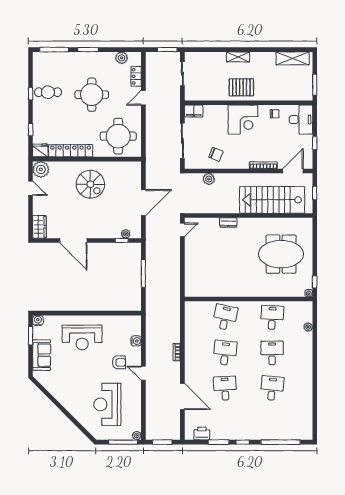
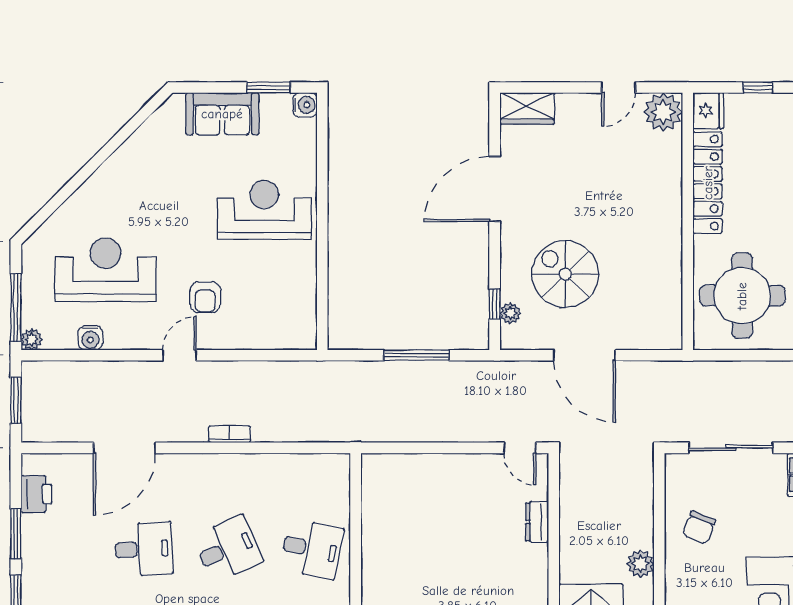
plant: (209, 179) -> (640, 564), moved
spiral stairs: (90, 184) -> (565, 274), moved, turned 90
dresser: (228, 223) -> (537, 522), moved
reception desk: (82, 337) -> (264, 210), turned 90
water cooler: (136, 341) -> (90, 338), moved
desk: (225, 353) -> (228, 549), turned -30

